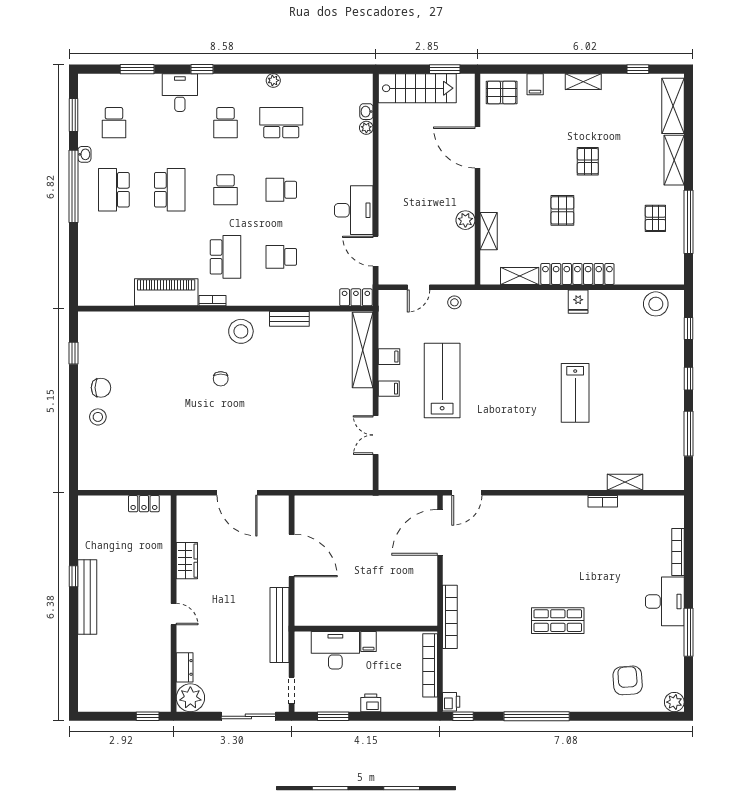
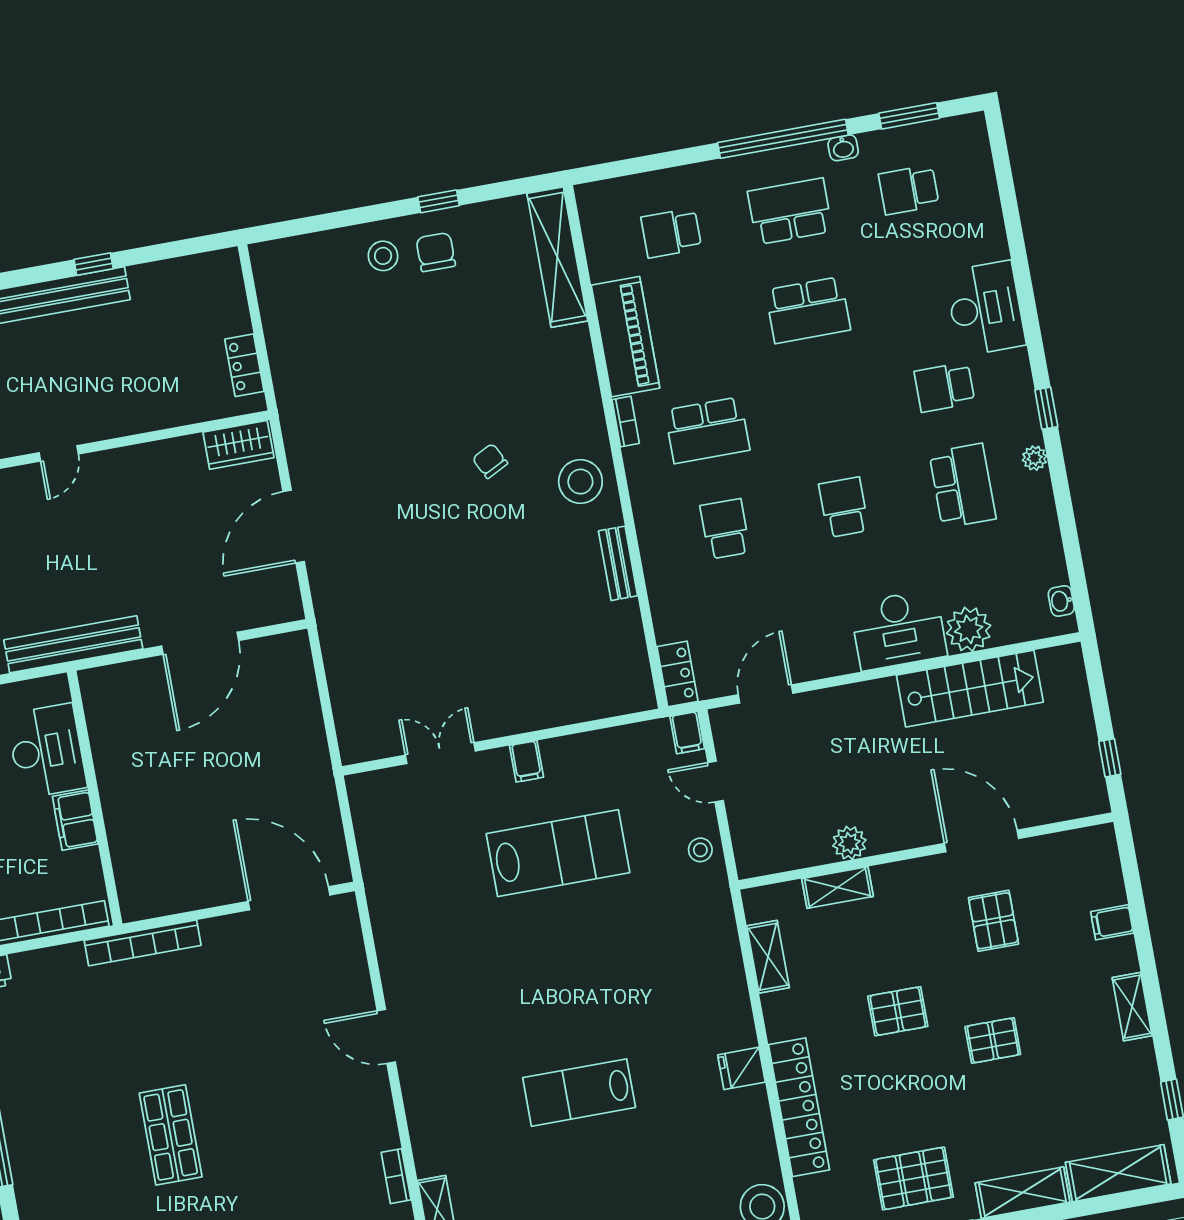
window: (137, 69) -> (1011, 214), removed
window: (202, 69) -> (1046, 408), moved
window: (445, 69) -> (1110, 758), width x0.67
stairs: (417, 88) -> (970, 689), moved, turned -90
pallet: (502, 92) -> (993, 921), moved
desk: (180, 93) -> (985, 308), width x1.37
washbasin: (366, 112) -> (1061, 601), moved, turned -90
plant: (366, 128) -> (969, 629), width x1.88, depth x1.88
door: (478, 148) -> (982, 841), hinge flipped
school desk: (225, 190) -> (671, 233), moved
desk: (354, 210) -> (898, 630), moved
pallet: (655, 218) -> (913, 1178), width x1.50, depth x1.42
locker: (577, 274) -> (799, 1107), moved
shelving: (363, 350) -> (557, 257), moved, turned 90
window: (74, 353) -> (439, 201), moved
filing cabinet: (389, 357) -> (687, 733), moved
chair: (221, 379) -> (490, 461), turned 63
chair: (101, 388) -> (436, 252), turned 180
door: (467, 493) -> (386, 1036), moved
wardrobe: (187, 561) -> (238, 445), moved
filing cabinet: (368, 642) -> (75, 820), width x2.00

